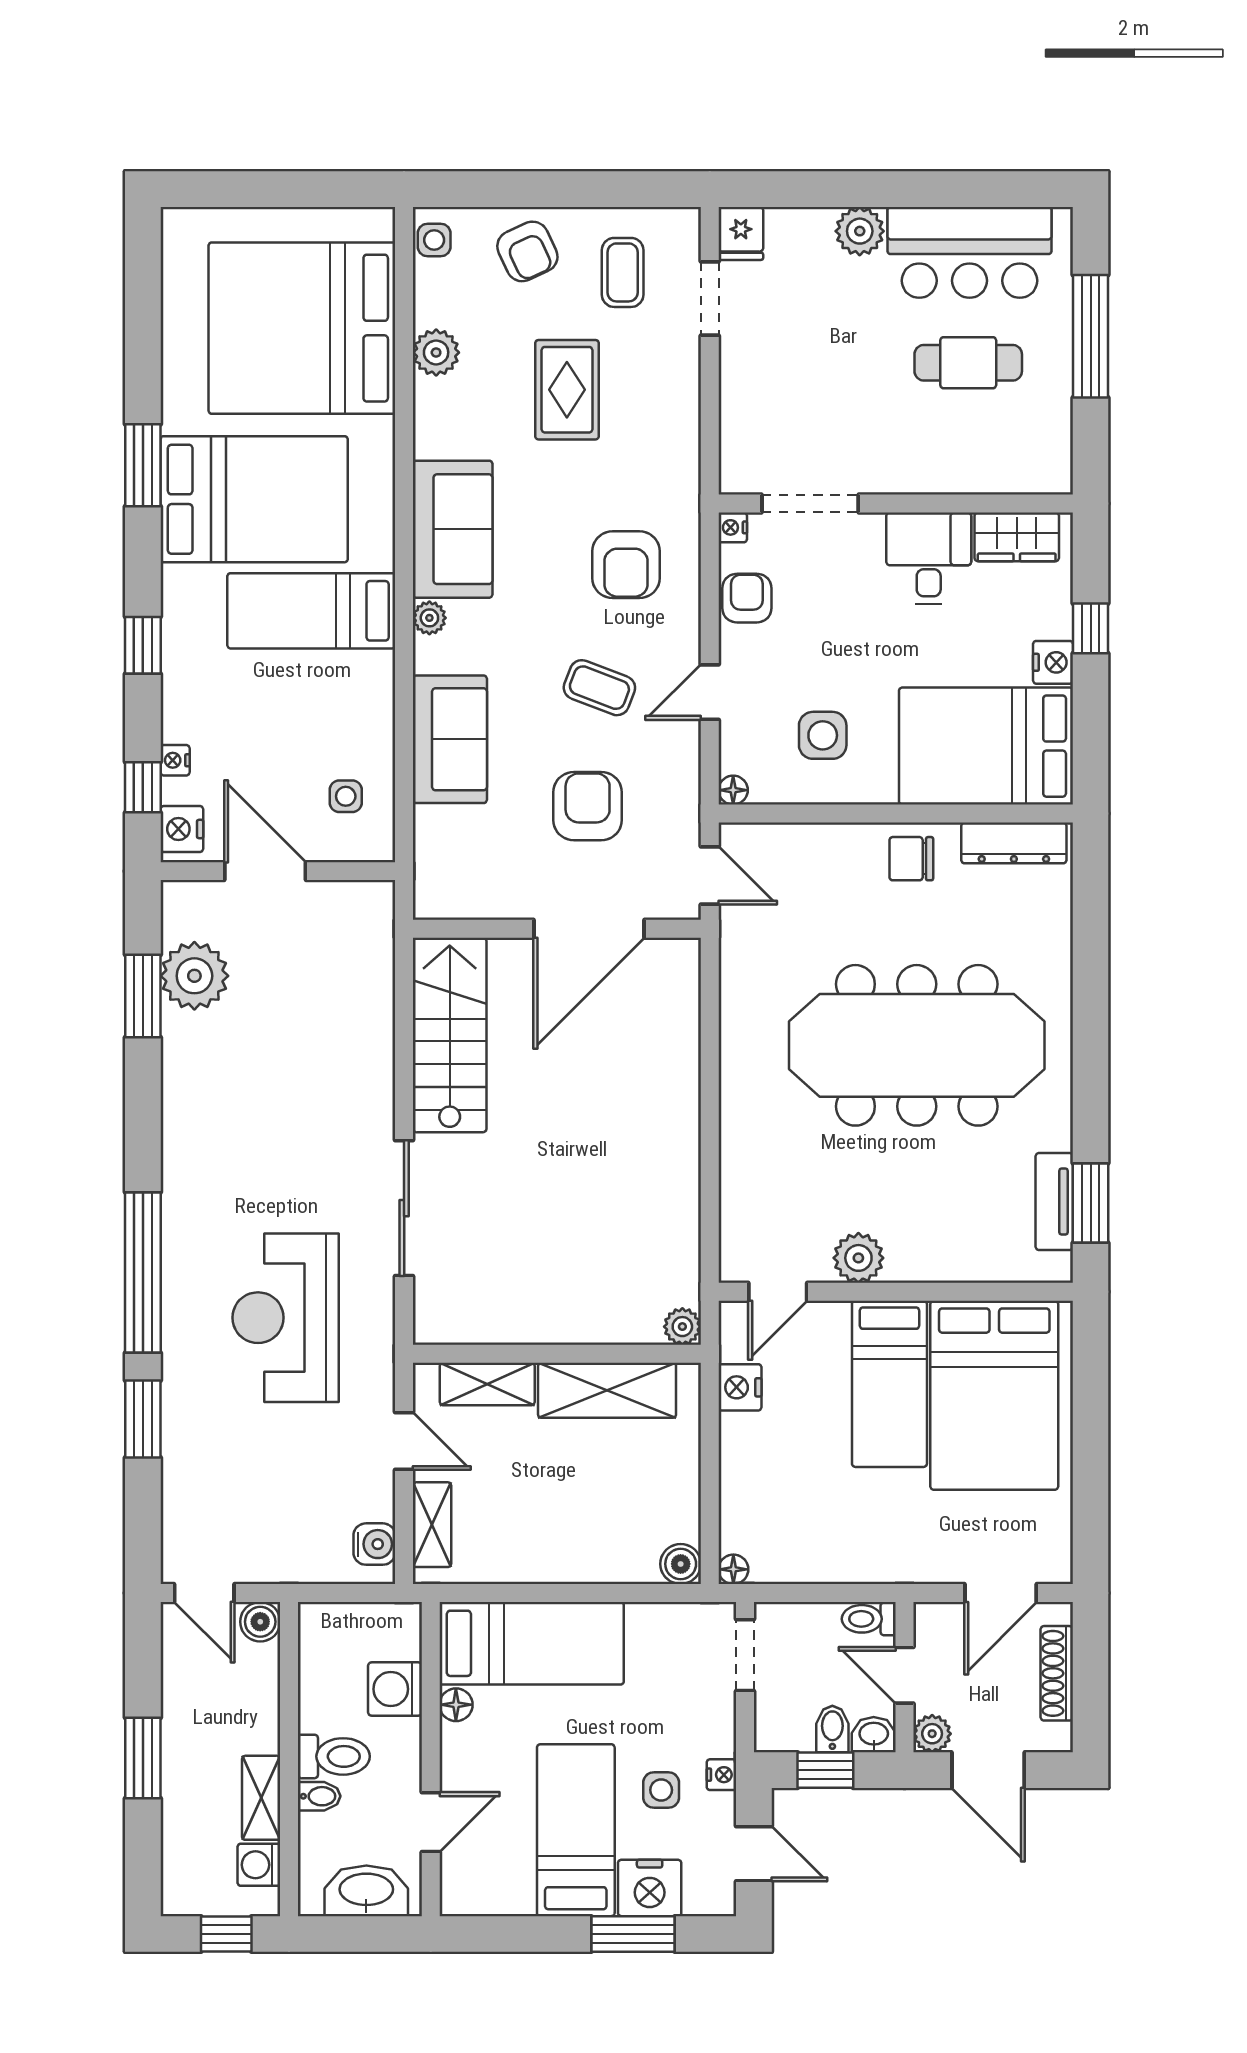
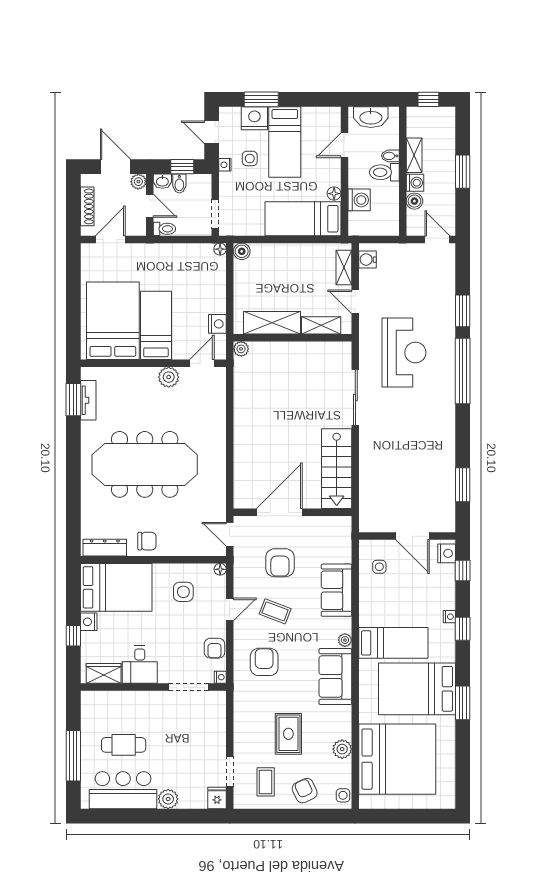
nightstand: (175, 760) -> (449, 617), moved
plant: (194, 976) -> (441, 493), removed
boiler: (260, 1622) -> (414, 201), moved
washing machine: (259, 1865) -> (415, 183), moved

